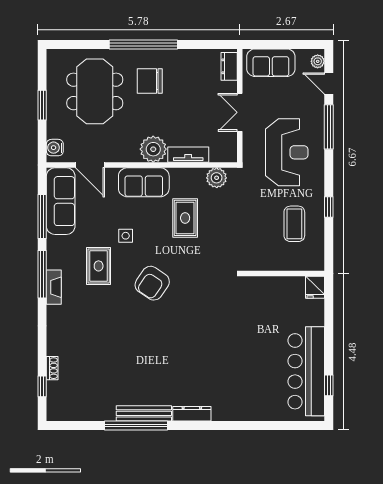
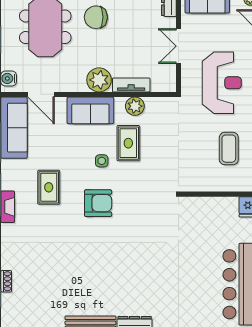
plant: (217, 178) -> (135, 106), moved
side table: (126, 236) -> (102, 161), moved
armchair: (152, 283) -> (98, 203), turned -124

